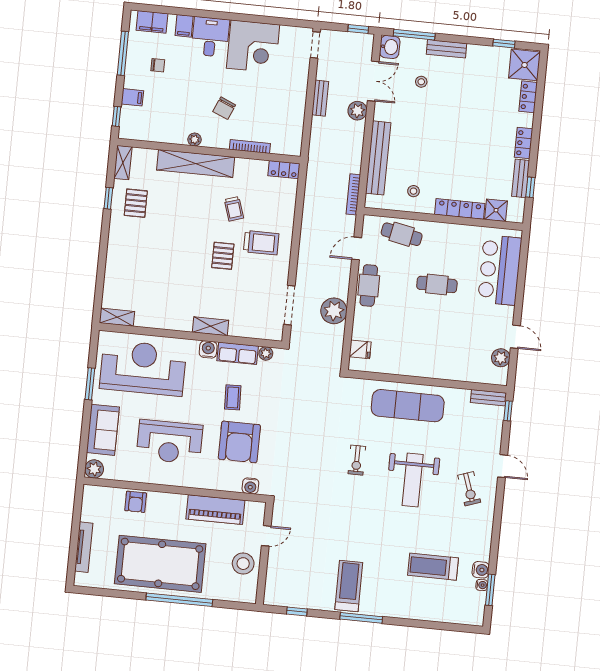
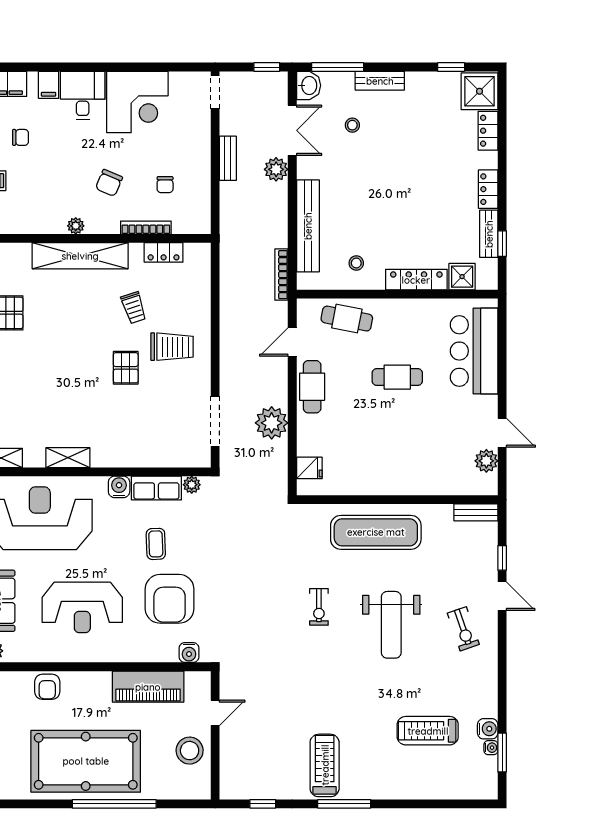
chair: (268, 114) -> (165, 185), added
locker: (284, 170) -> (164, 252), moved
shelving: (210, 326) -> (68, 458), moved
window: (508, 411) -> (502, 558), moved

